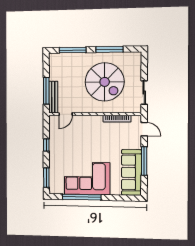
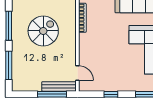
spiral stairs: (105, 82) -> (43, 31), width x0.73, depth x0.73

